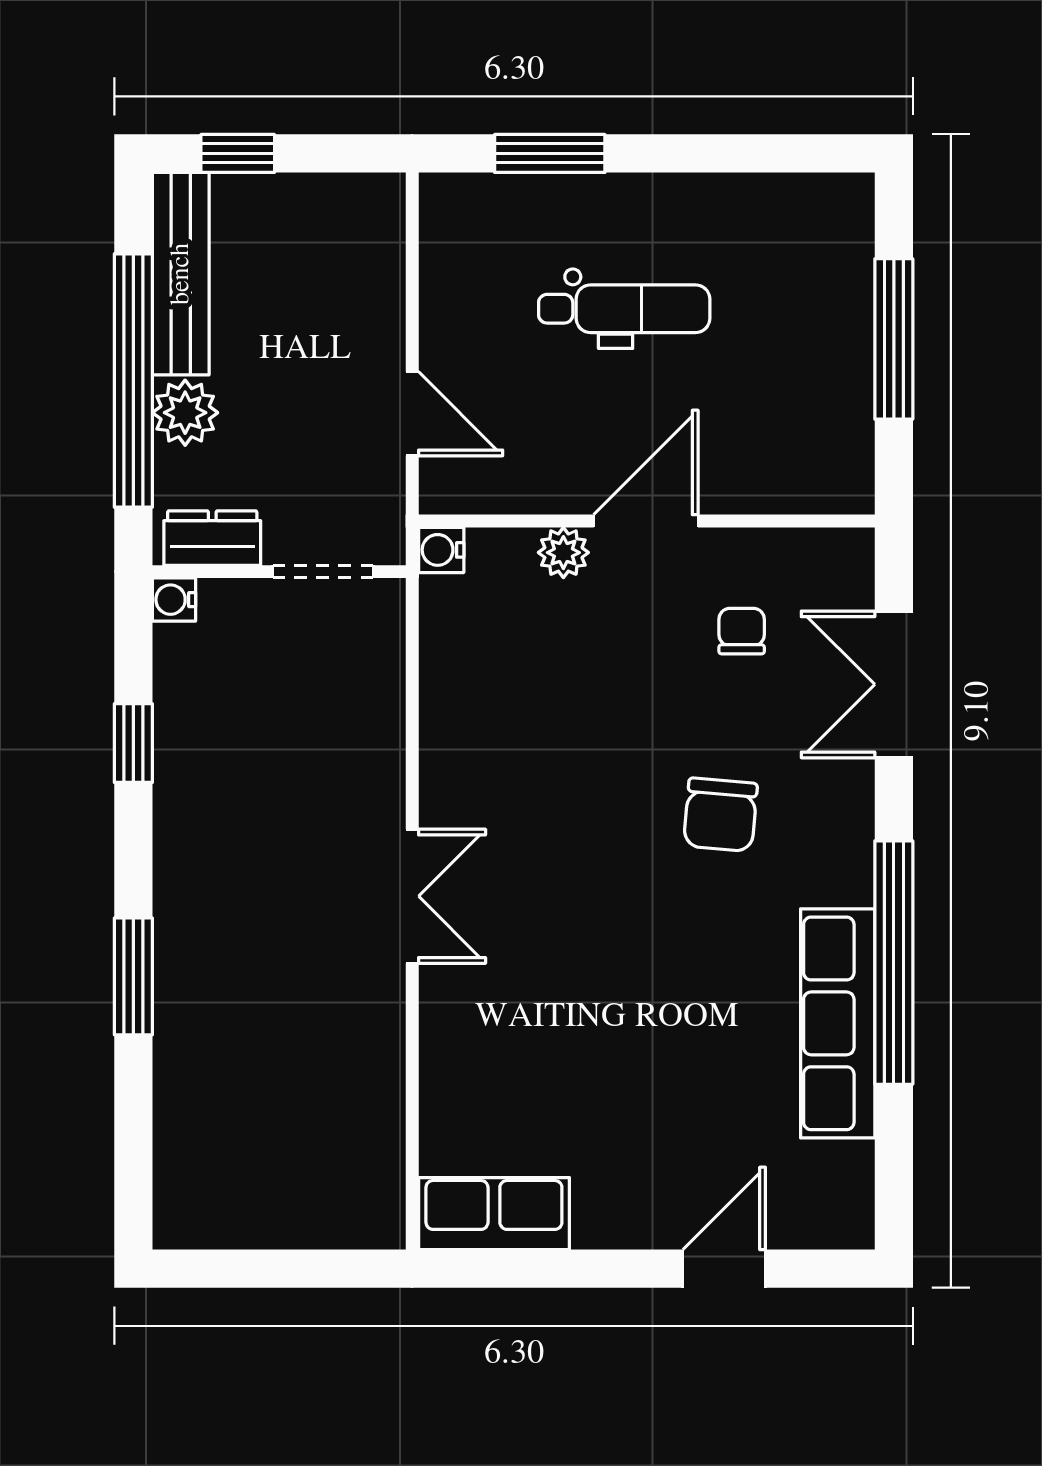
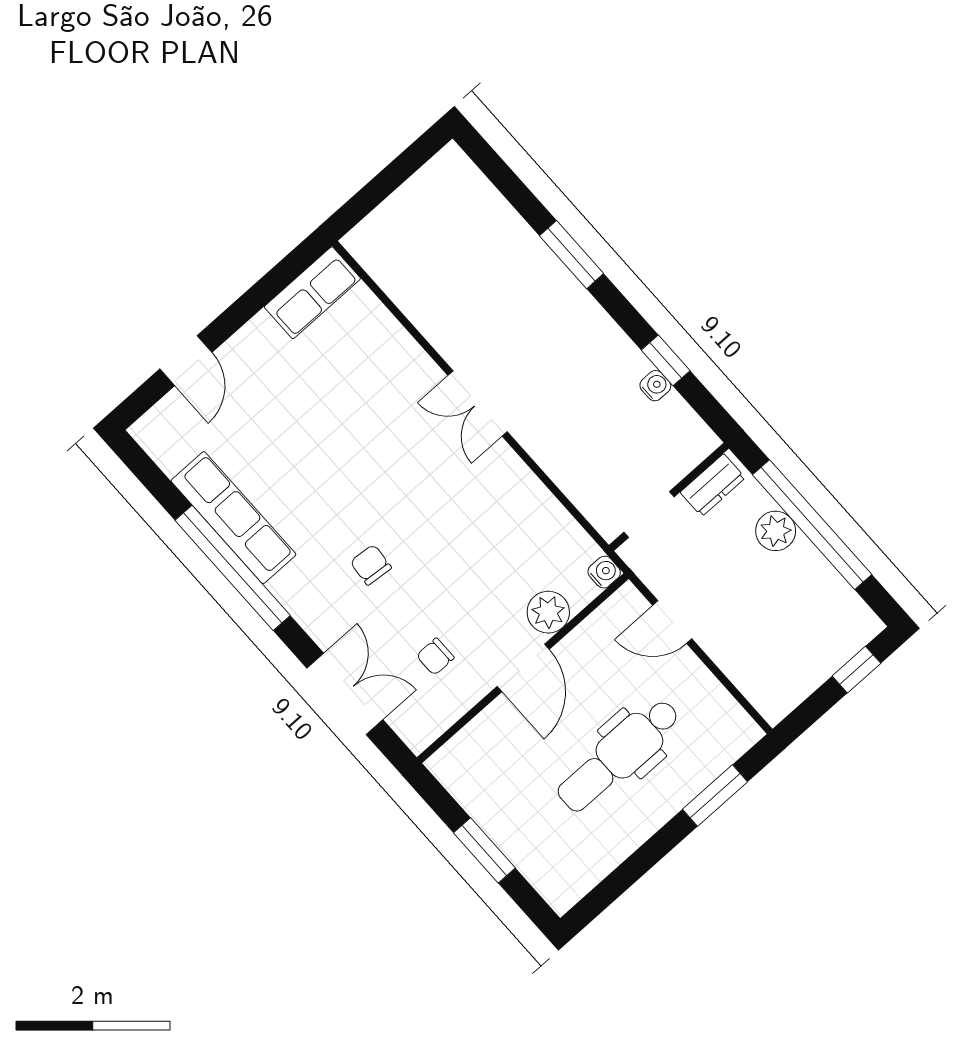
bench: (181, 274) -> (834, 592), removed
dental chair: (624, 309) -> (619, 755), width x1.36, depth x1.38
window: (894, 339) -> (484, 850), width x0.69
plant: (563, 553) -> (548, 612), width x1.38, depth x1.38
water cooler: (174, 600) -> (655, 386), moved
chair: (742, 631) -> (435, 657), turned 90
chair: (720, 815) -> (371, 565), width x0.73, depth x0.73

